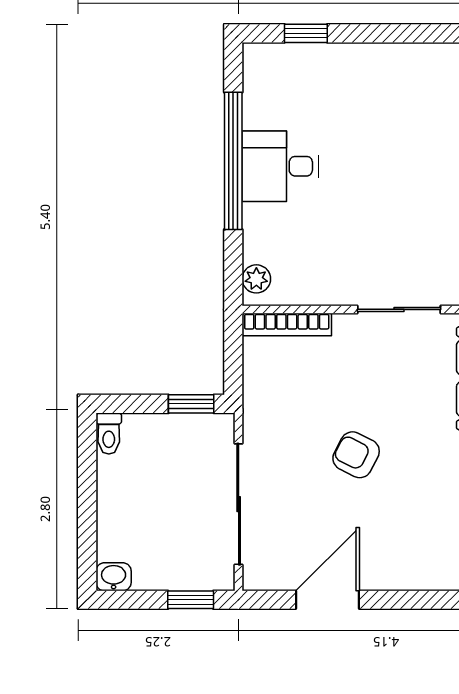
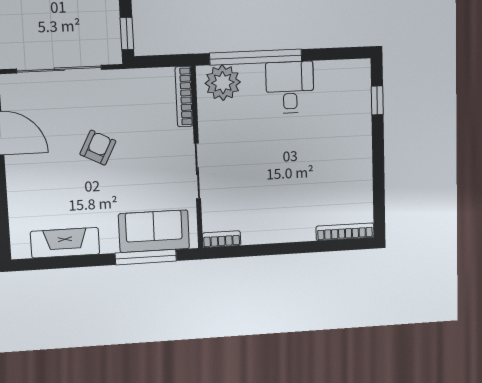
window: (233, 161) -> (256, 57), moved
plant: (256, 279) -> (223, 83), width x1.87, depth x1.87

